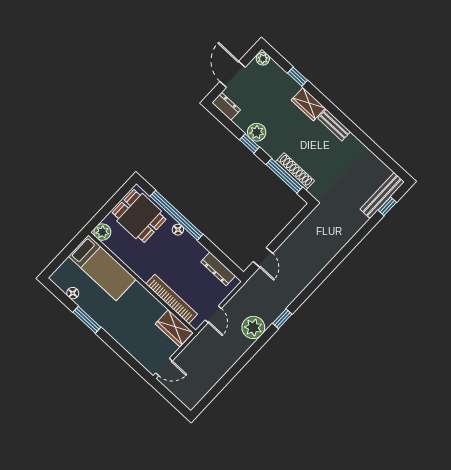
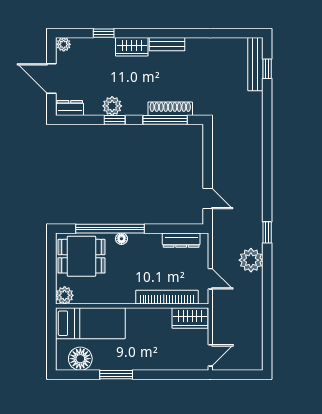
floor lamp: (73, 293) -> (80, 359), width x1.89, depth x1.89

